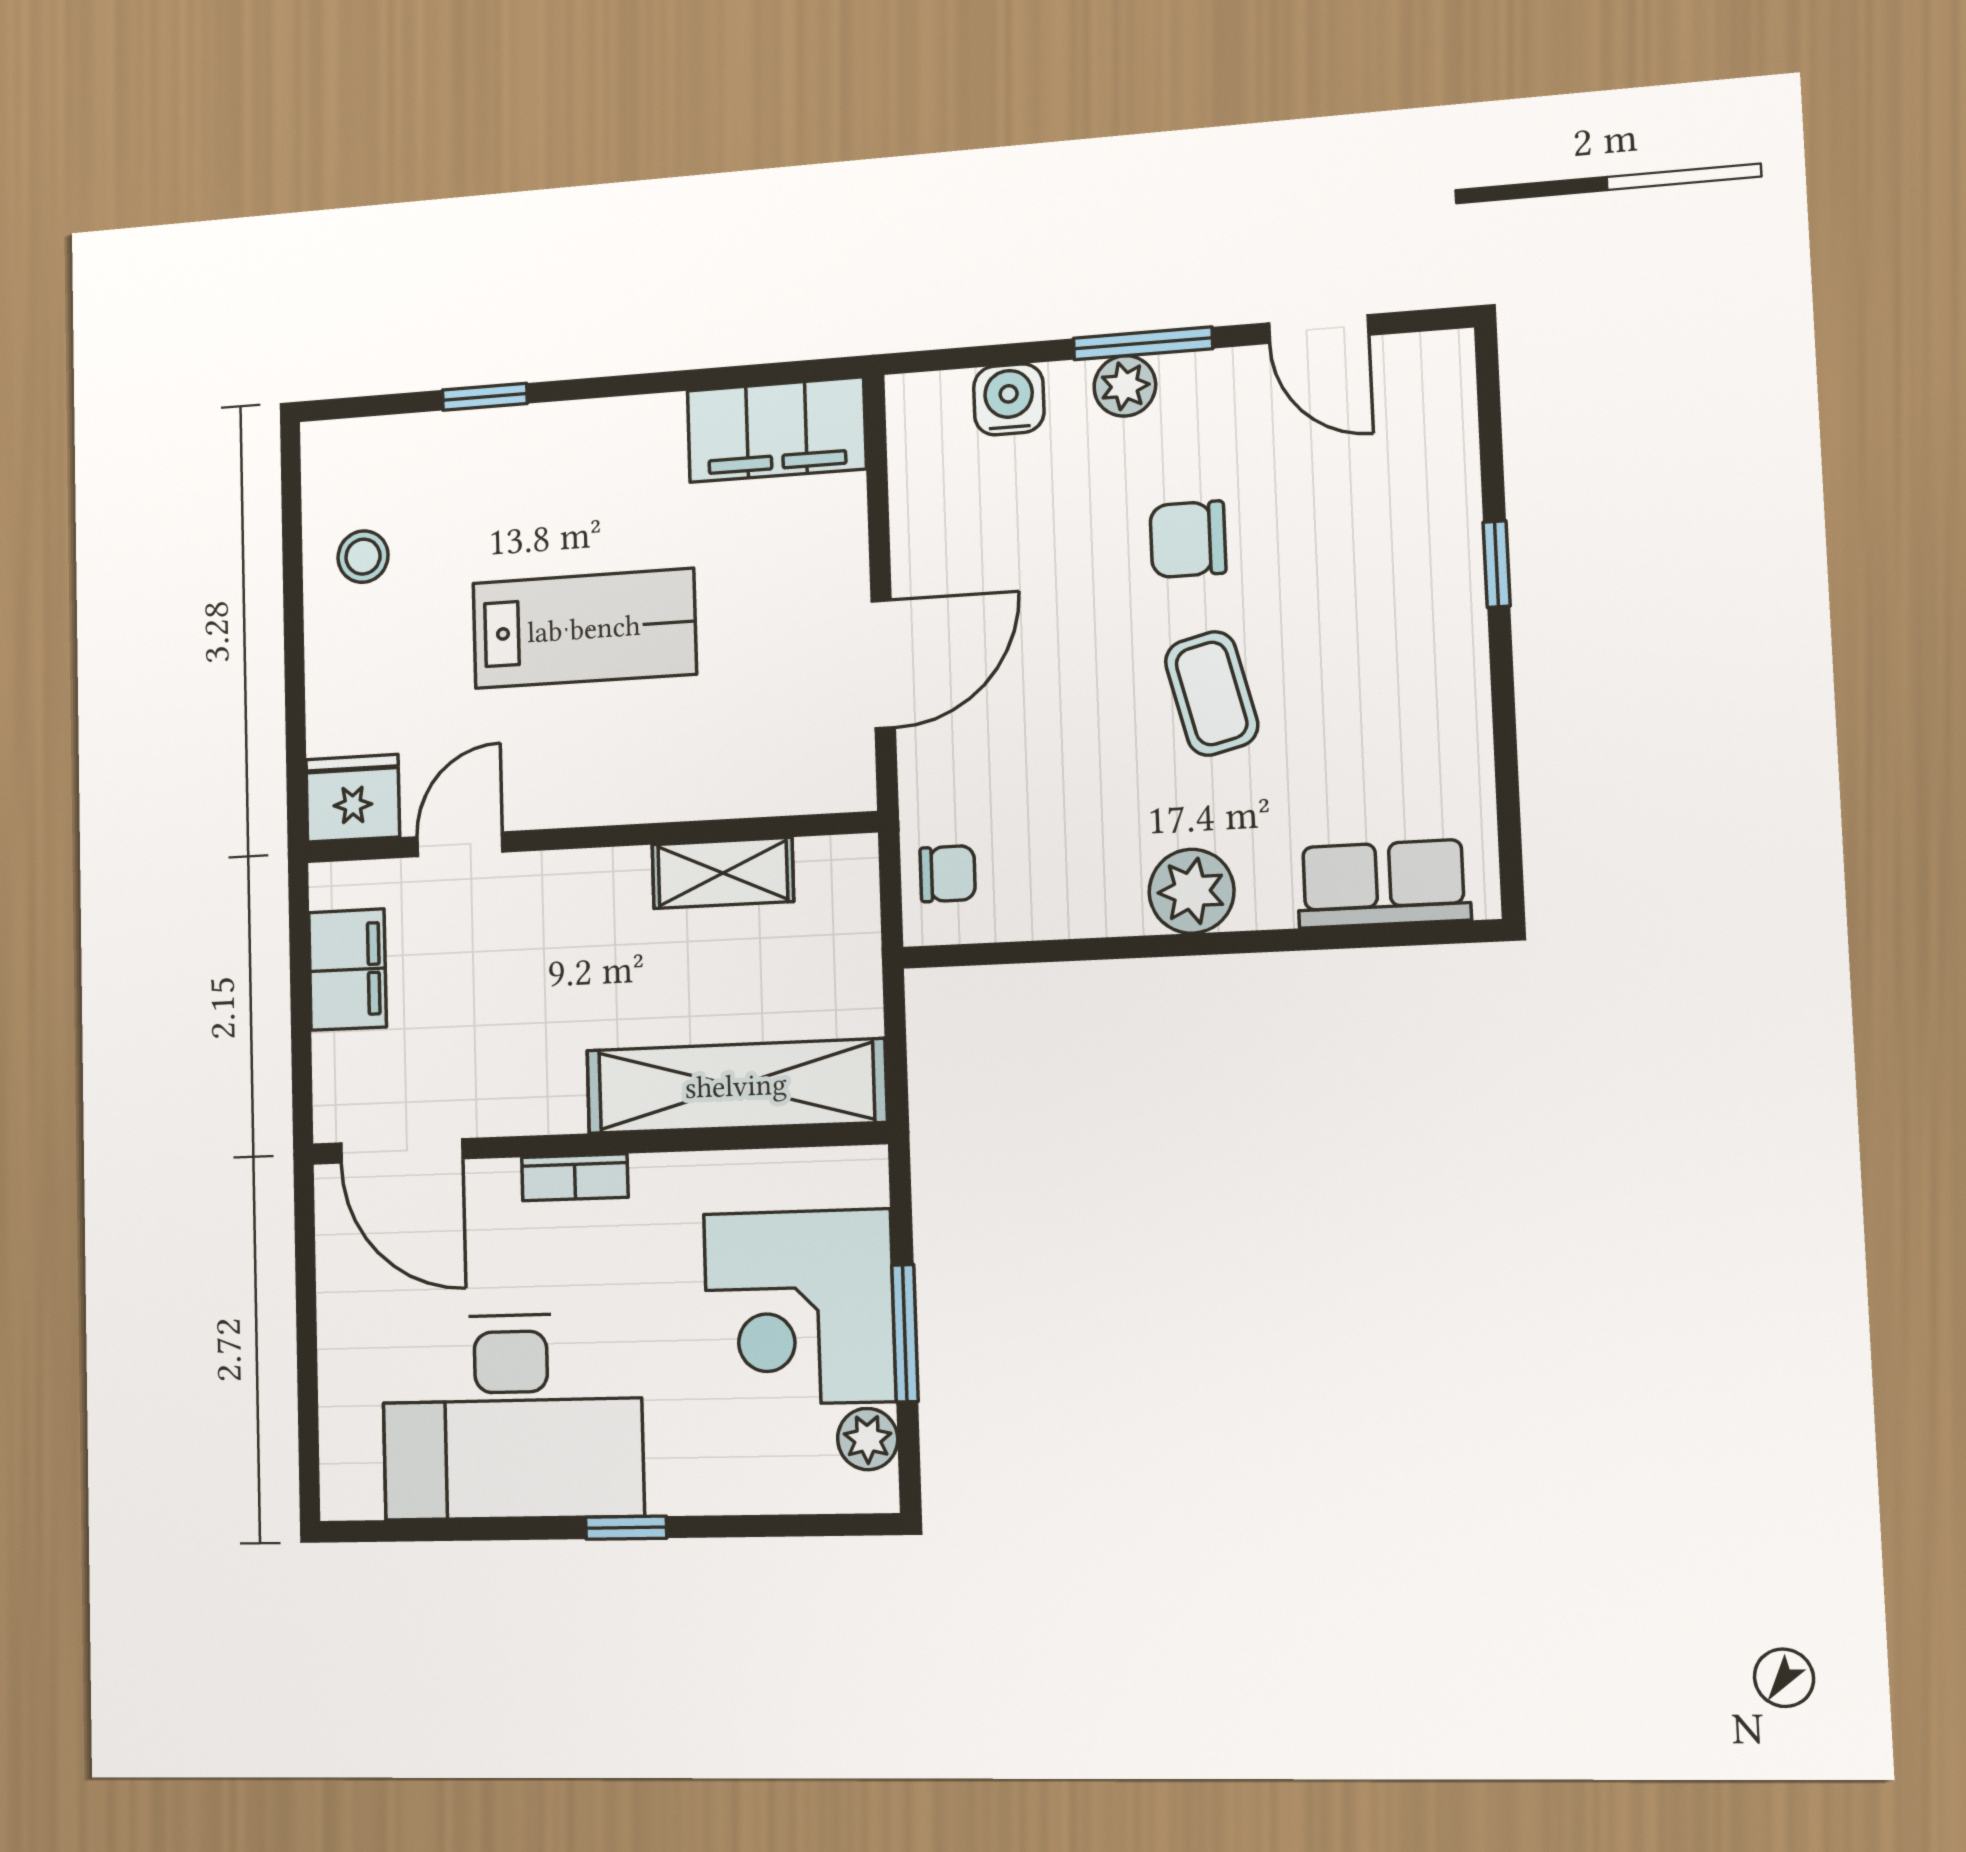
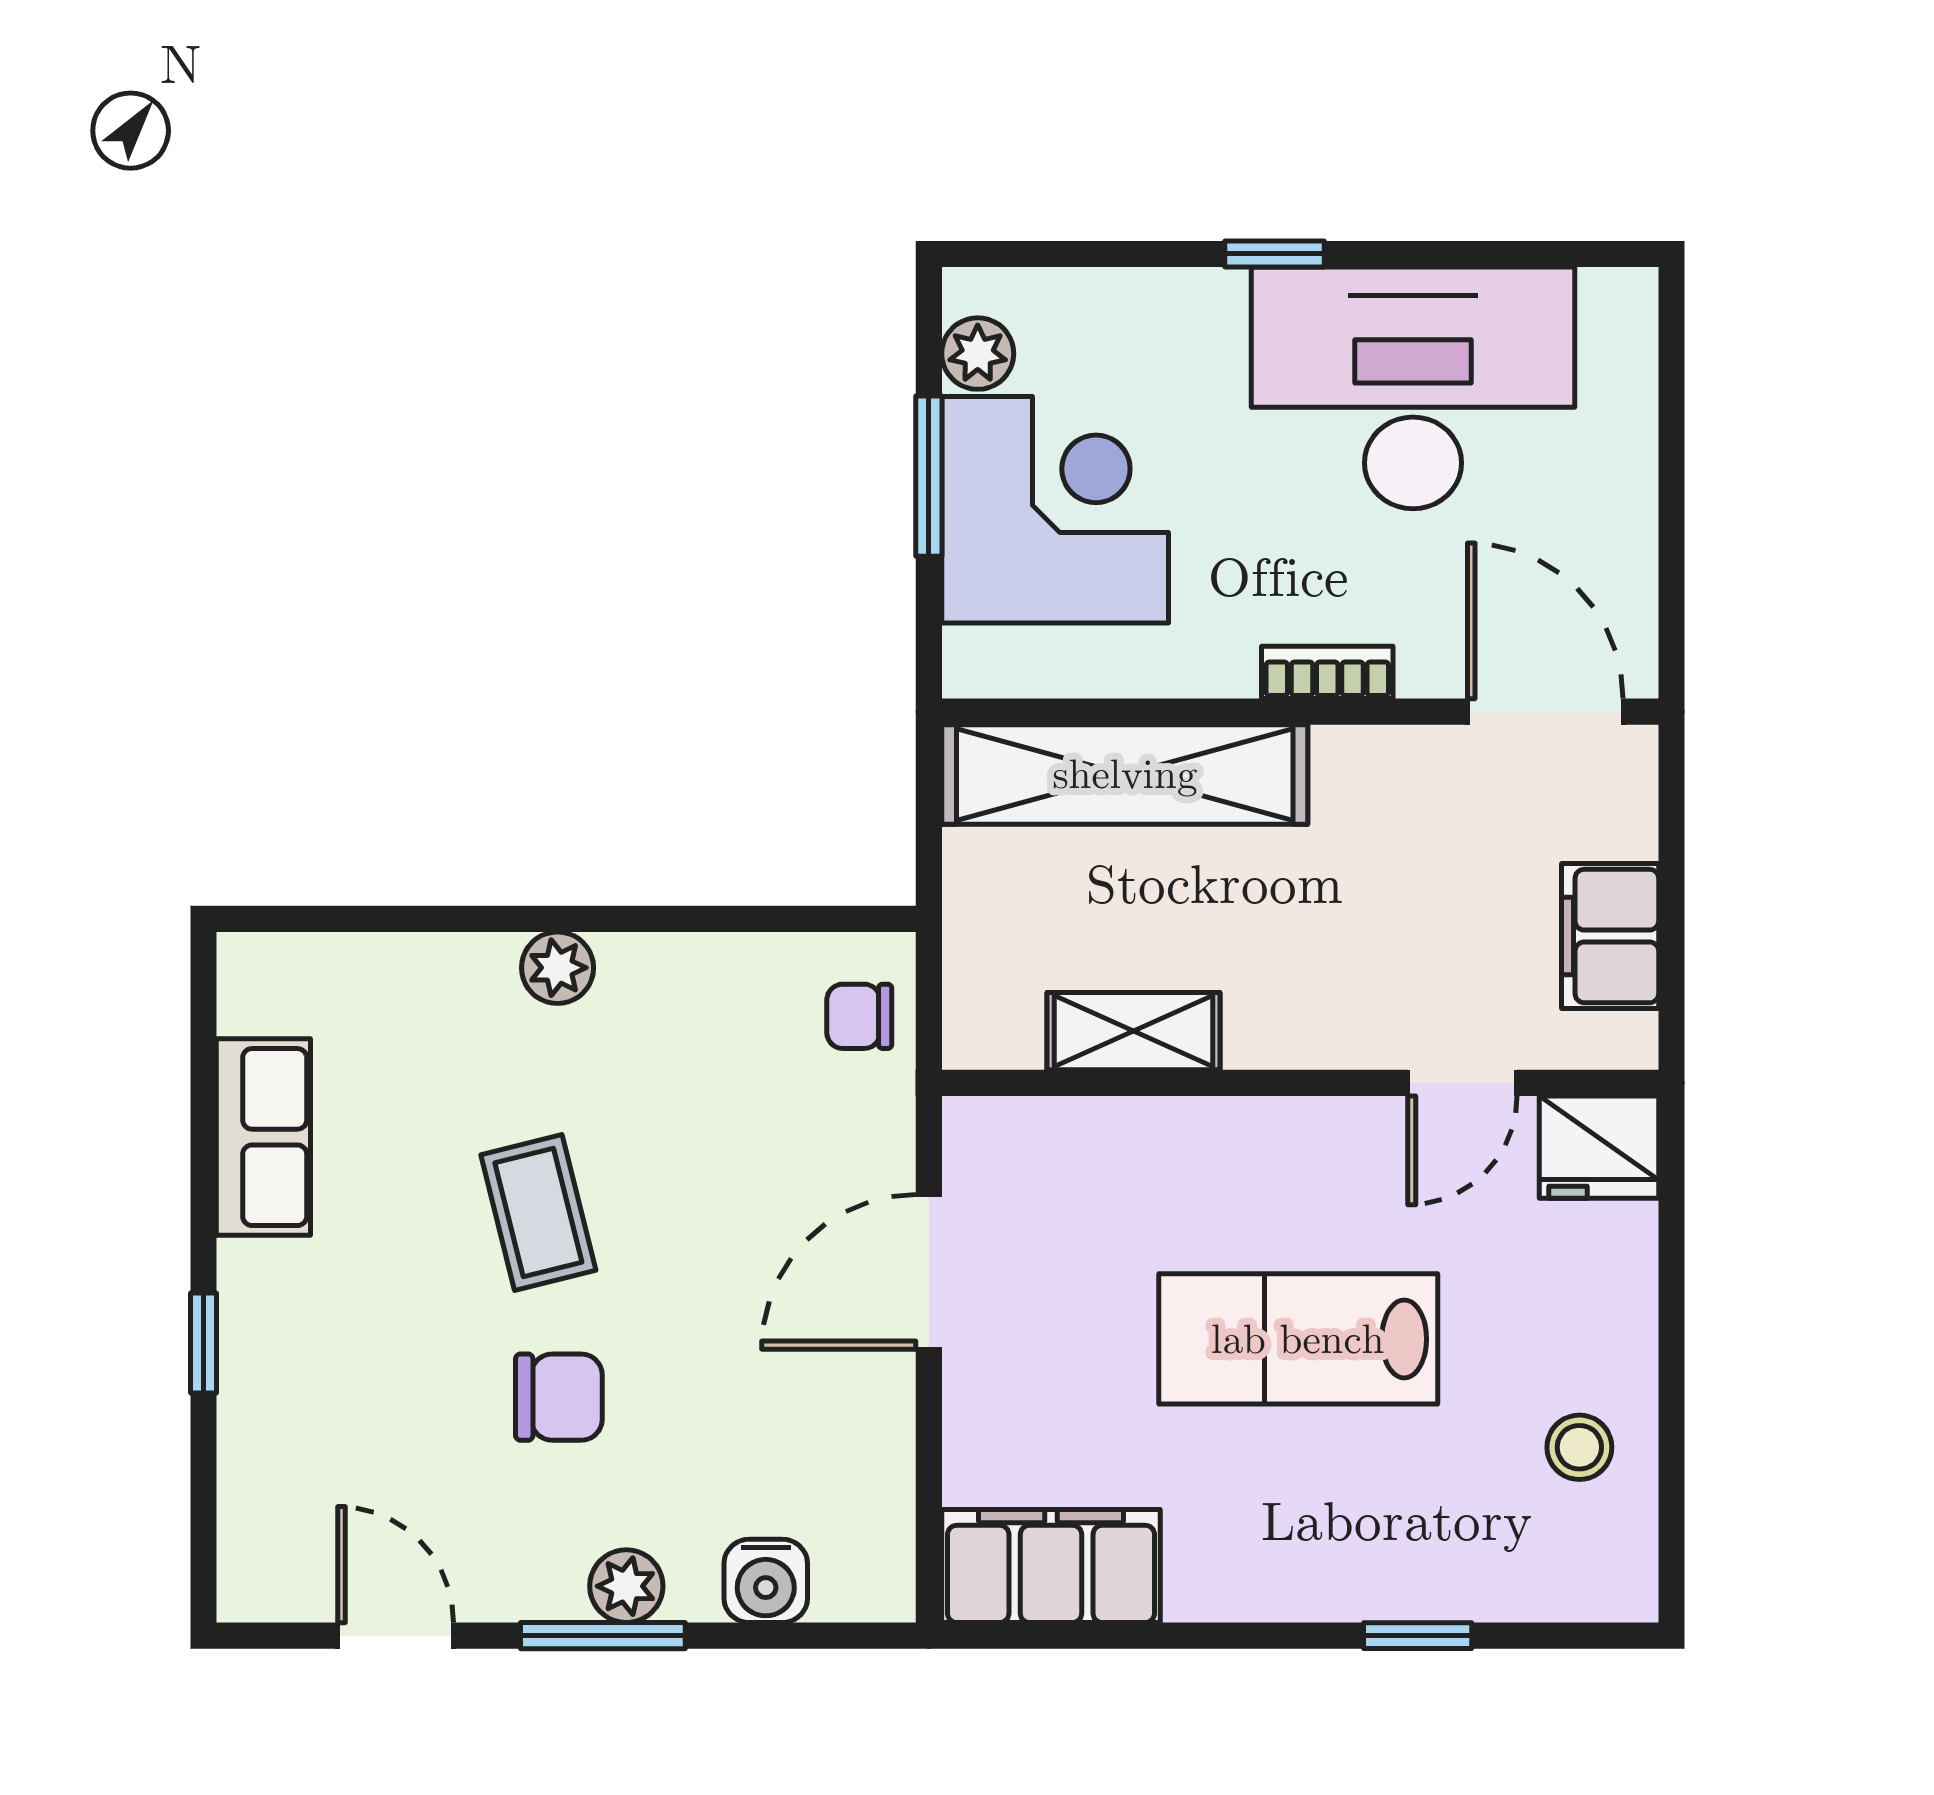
row of seats: (1383, 884) -> (263, 1137), moved, turned -90
plant: (1192, 891) -> (558, 968), width x0.73, depth x0.73

